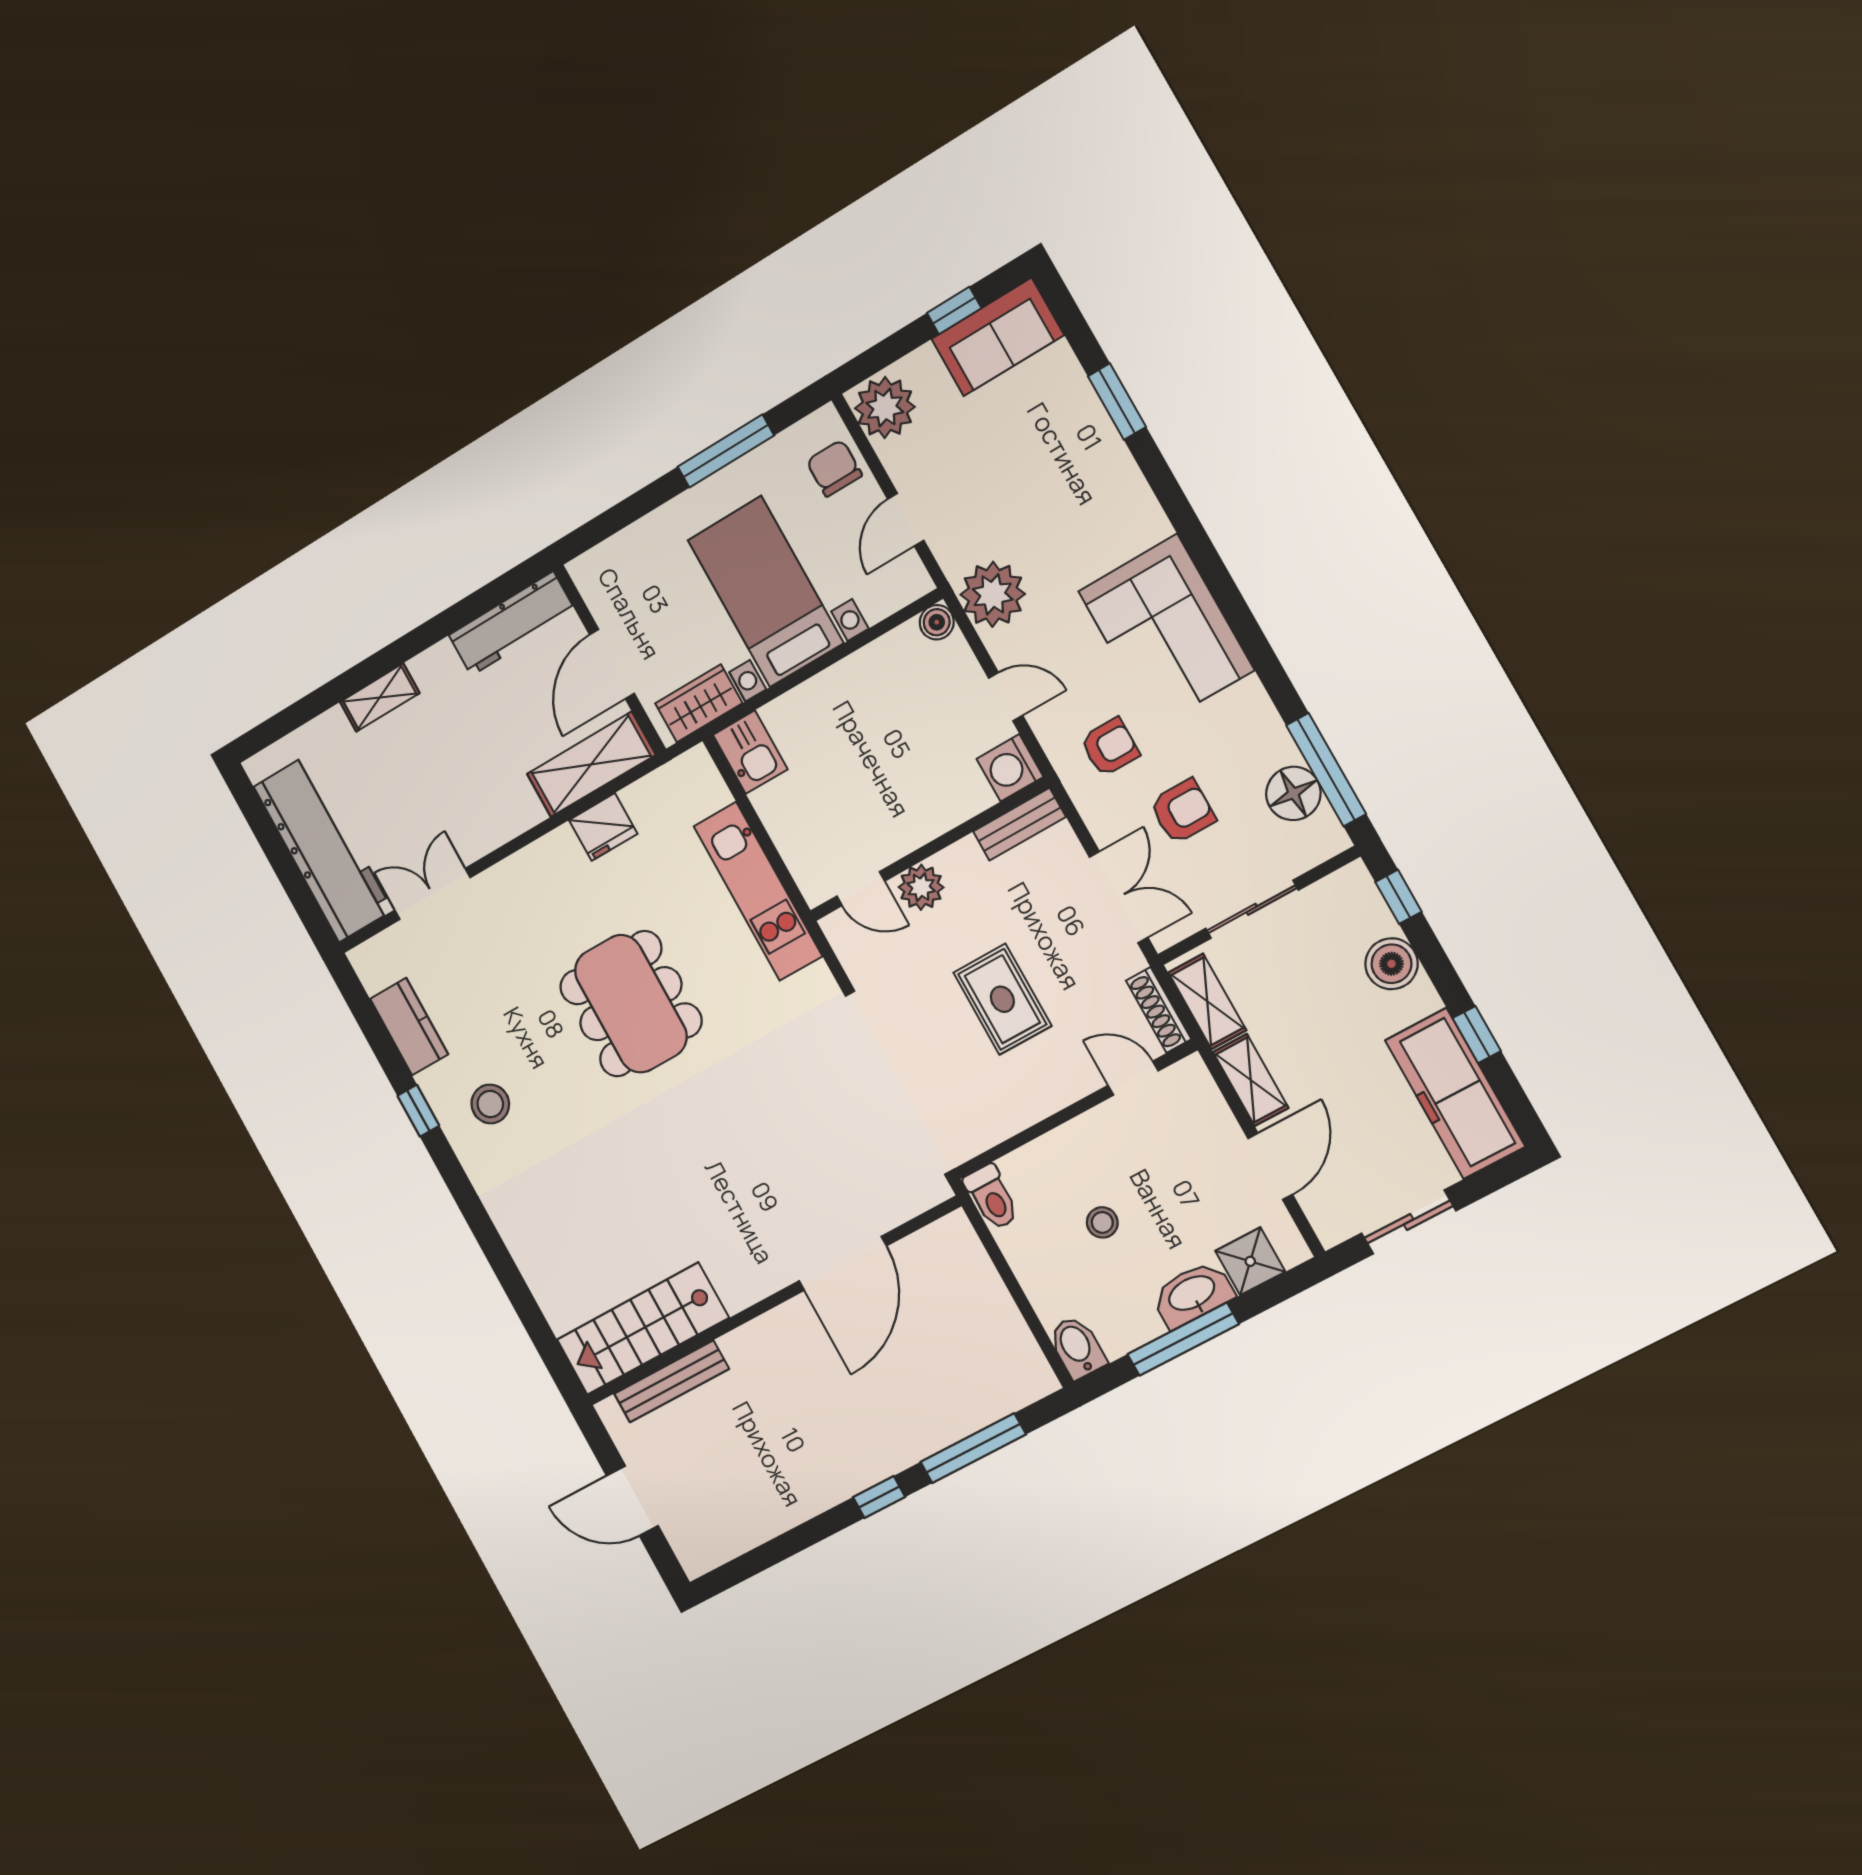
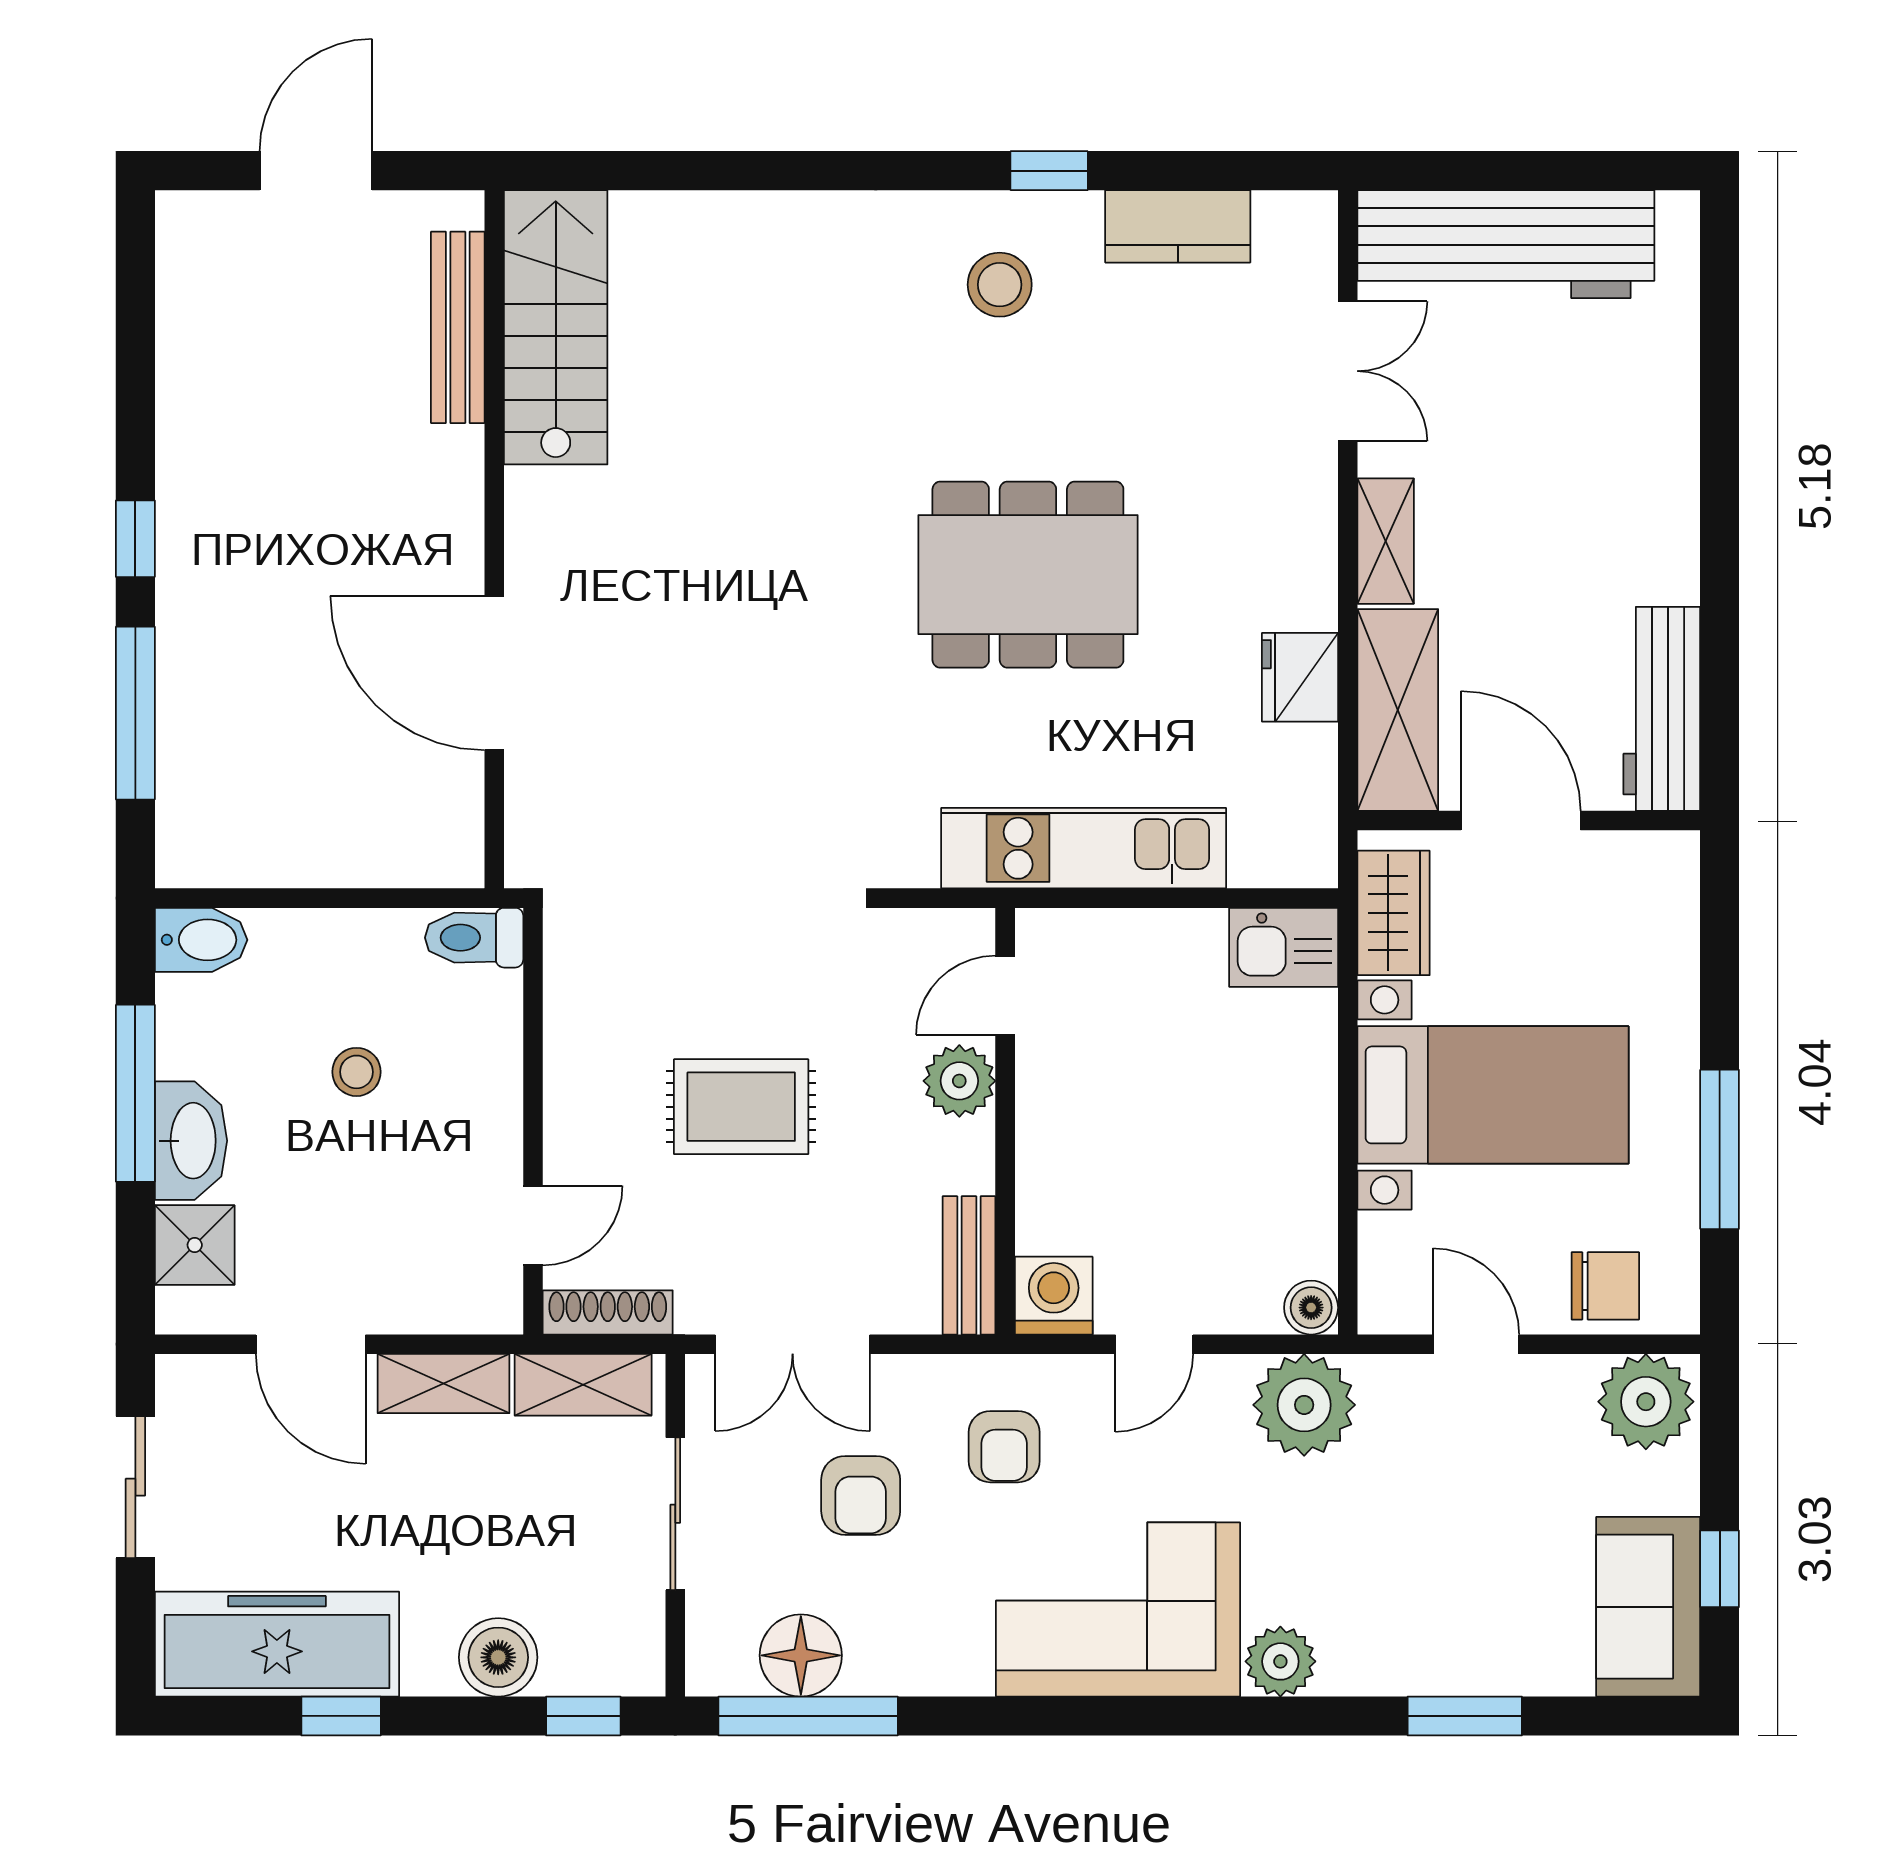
plant: (1144, 523) -> (1280, 1661), added
shelving: (380, 698) -> (1386, 541), moved

